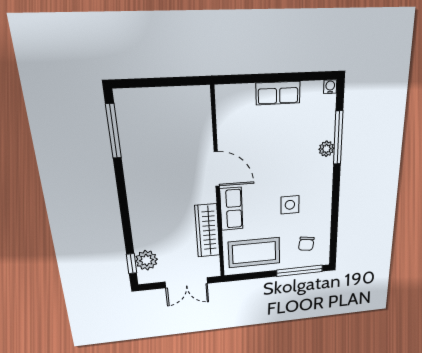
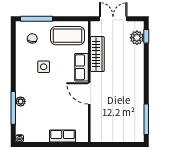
row of seats: (278, 93) -> (63, 136), moved

